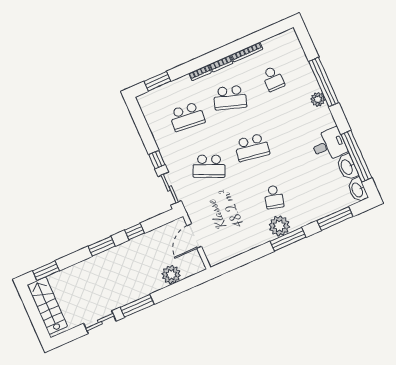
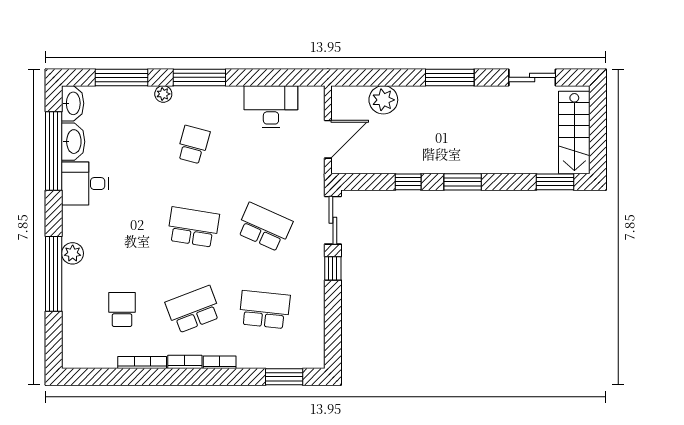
school desk: (230, 98) -> (193, 310), turned -39
plant: (279, 226) -> (163, 94), moved, width x0.53, depth x0.53
desk: (237, 241) -> (271, 107), added
sliding door: (100, 322) -> (532, 77), moved

